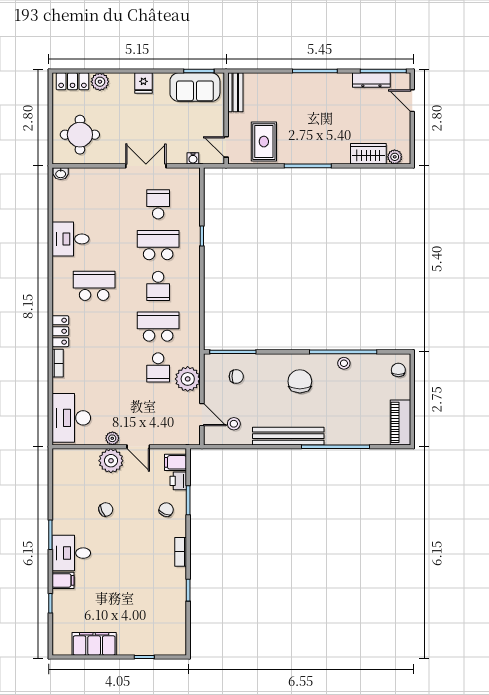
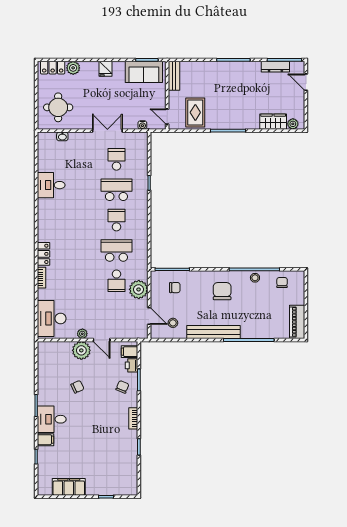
washbasin: (61, 174) -> (62, 136), moved
school desk: (94, 286) -> (69, 220), removed
school desk: (158, 286) -> (116, 220), turned 180
chair: (398, 370) -> (282, 283), moved

